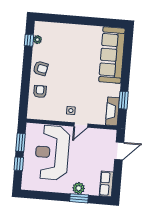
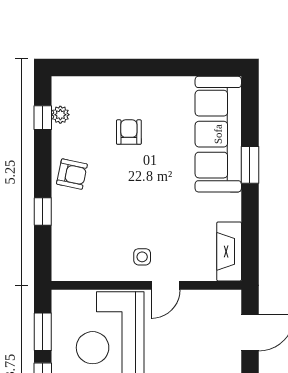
window: (25, 85) -> (43, 211), added
armchair: (40, 92) -> (129, 132), moved
window: (123, 100) -> (250, 165), moved

